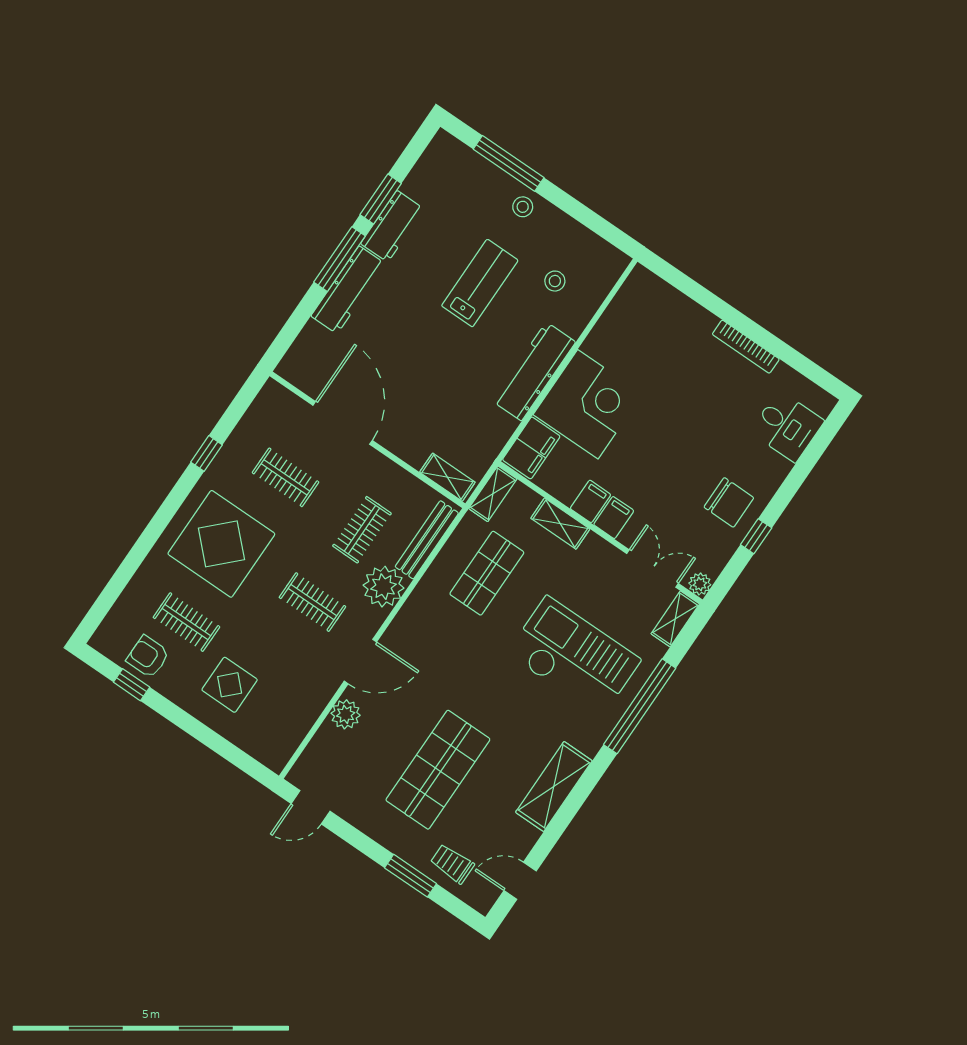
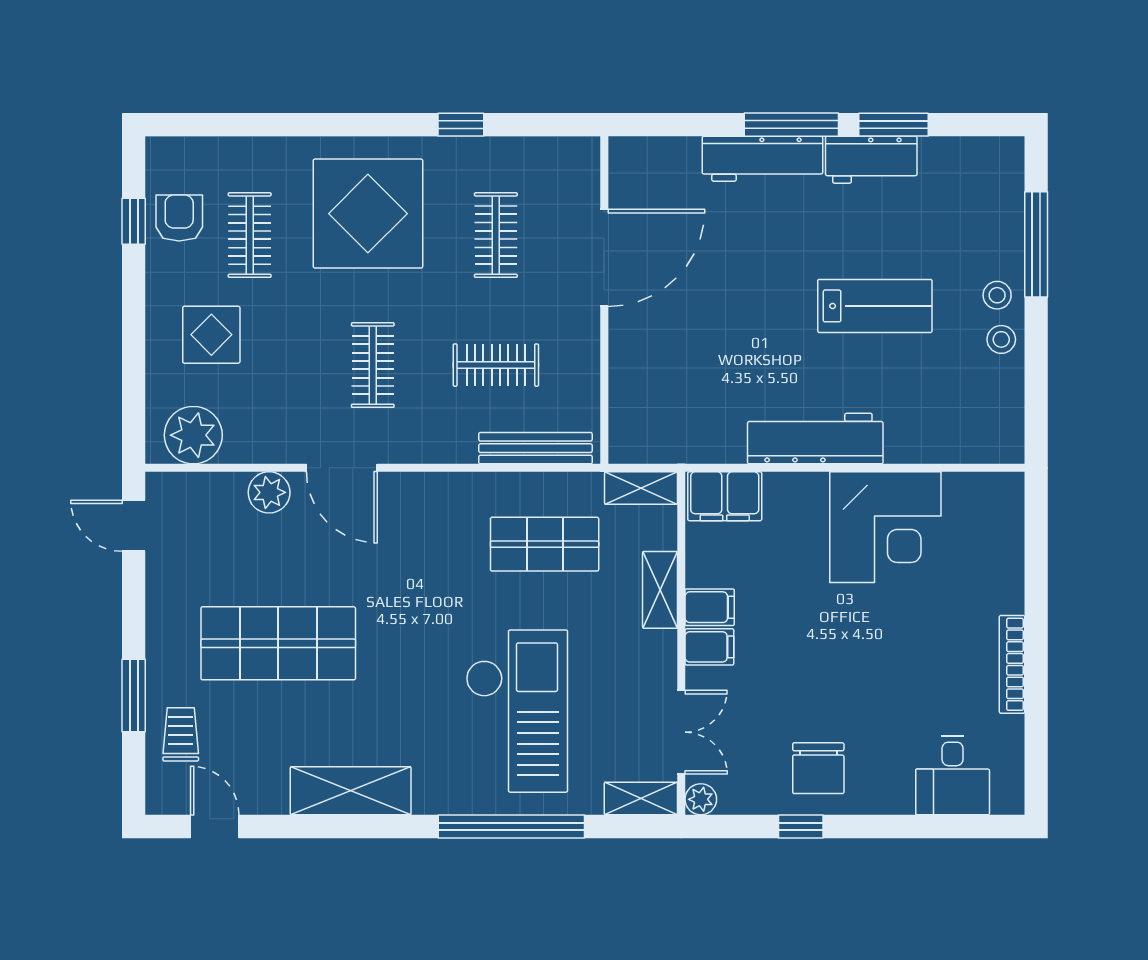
stool: (555, 281) -> (1001, 339), moved
corner desk: (588, 404) -> (885, 527), moved
shelving: (447, 477) -> (624, 422), removed
plant: (384, 587) -> (193, 435), moved

